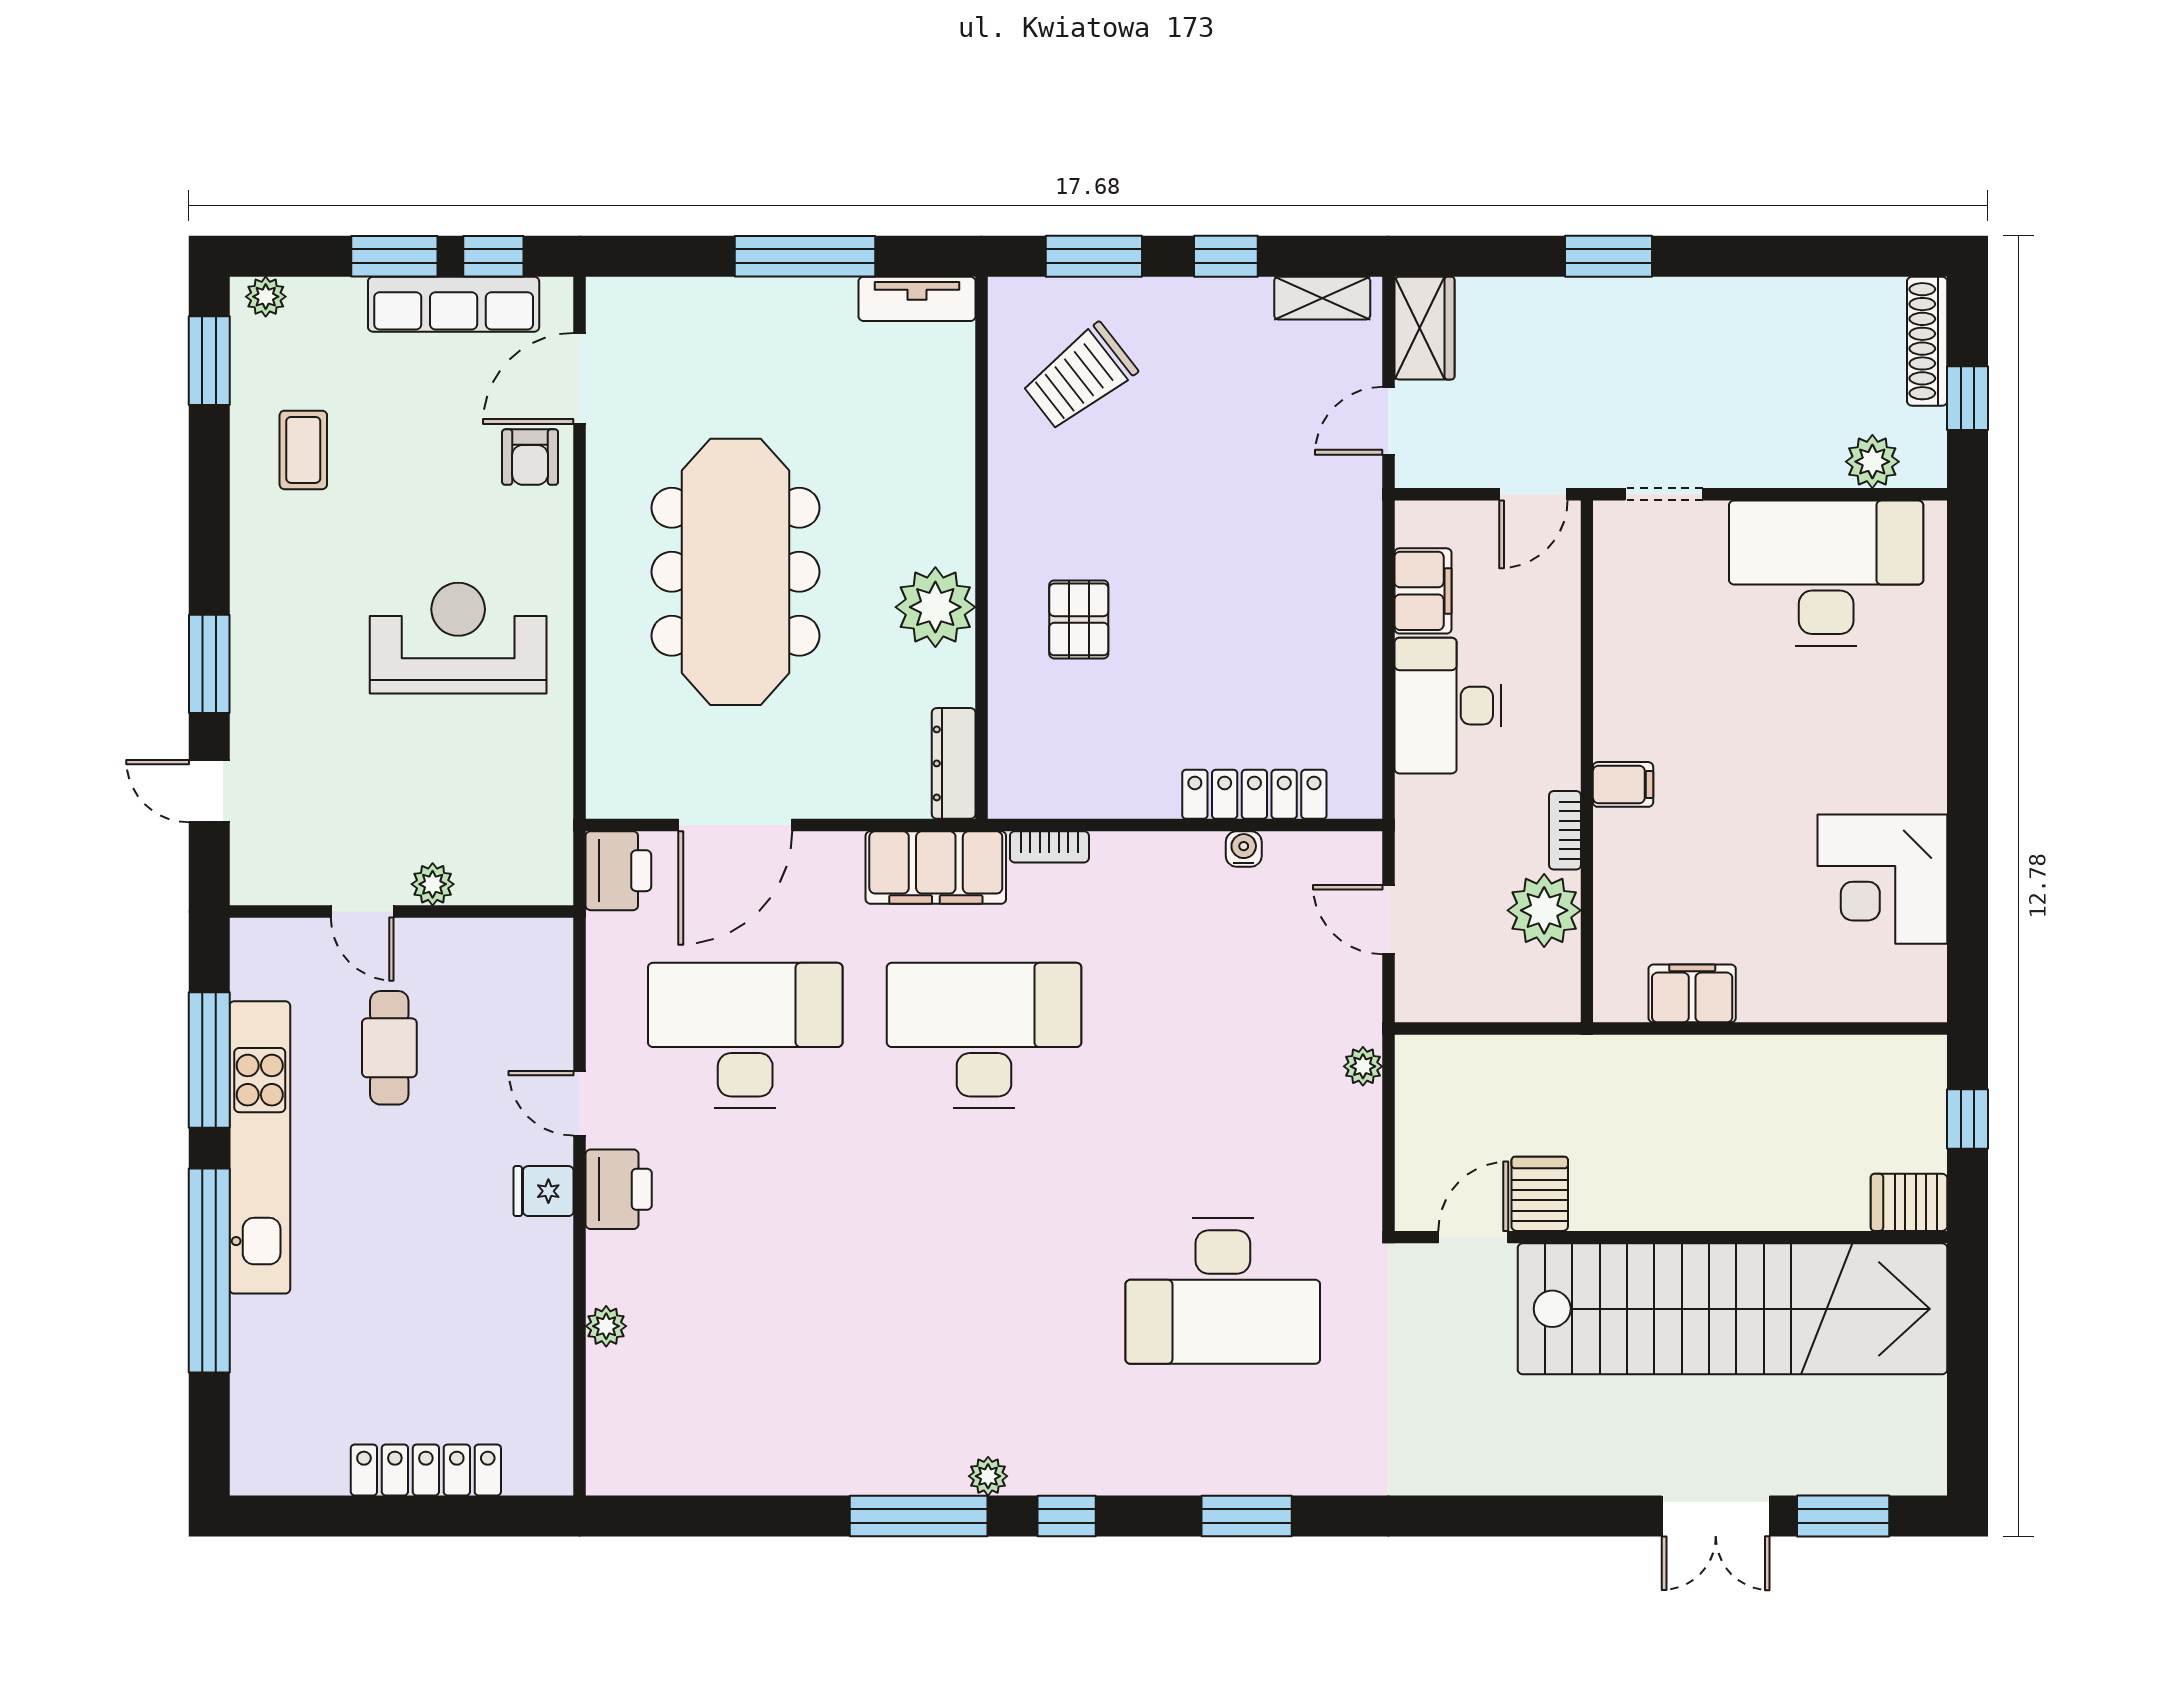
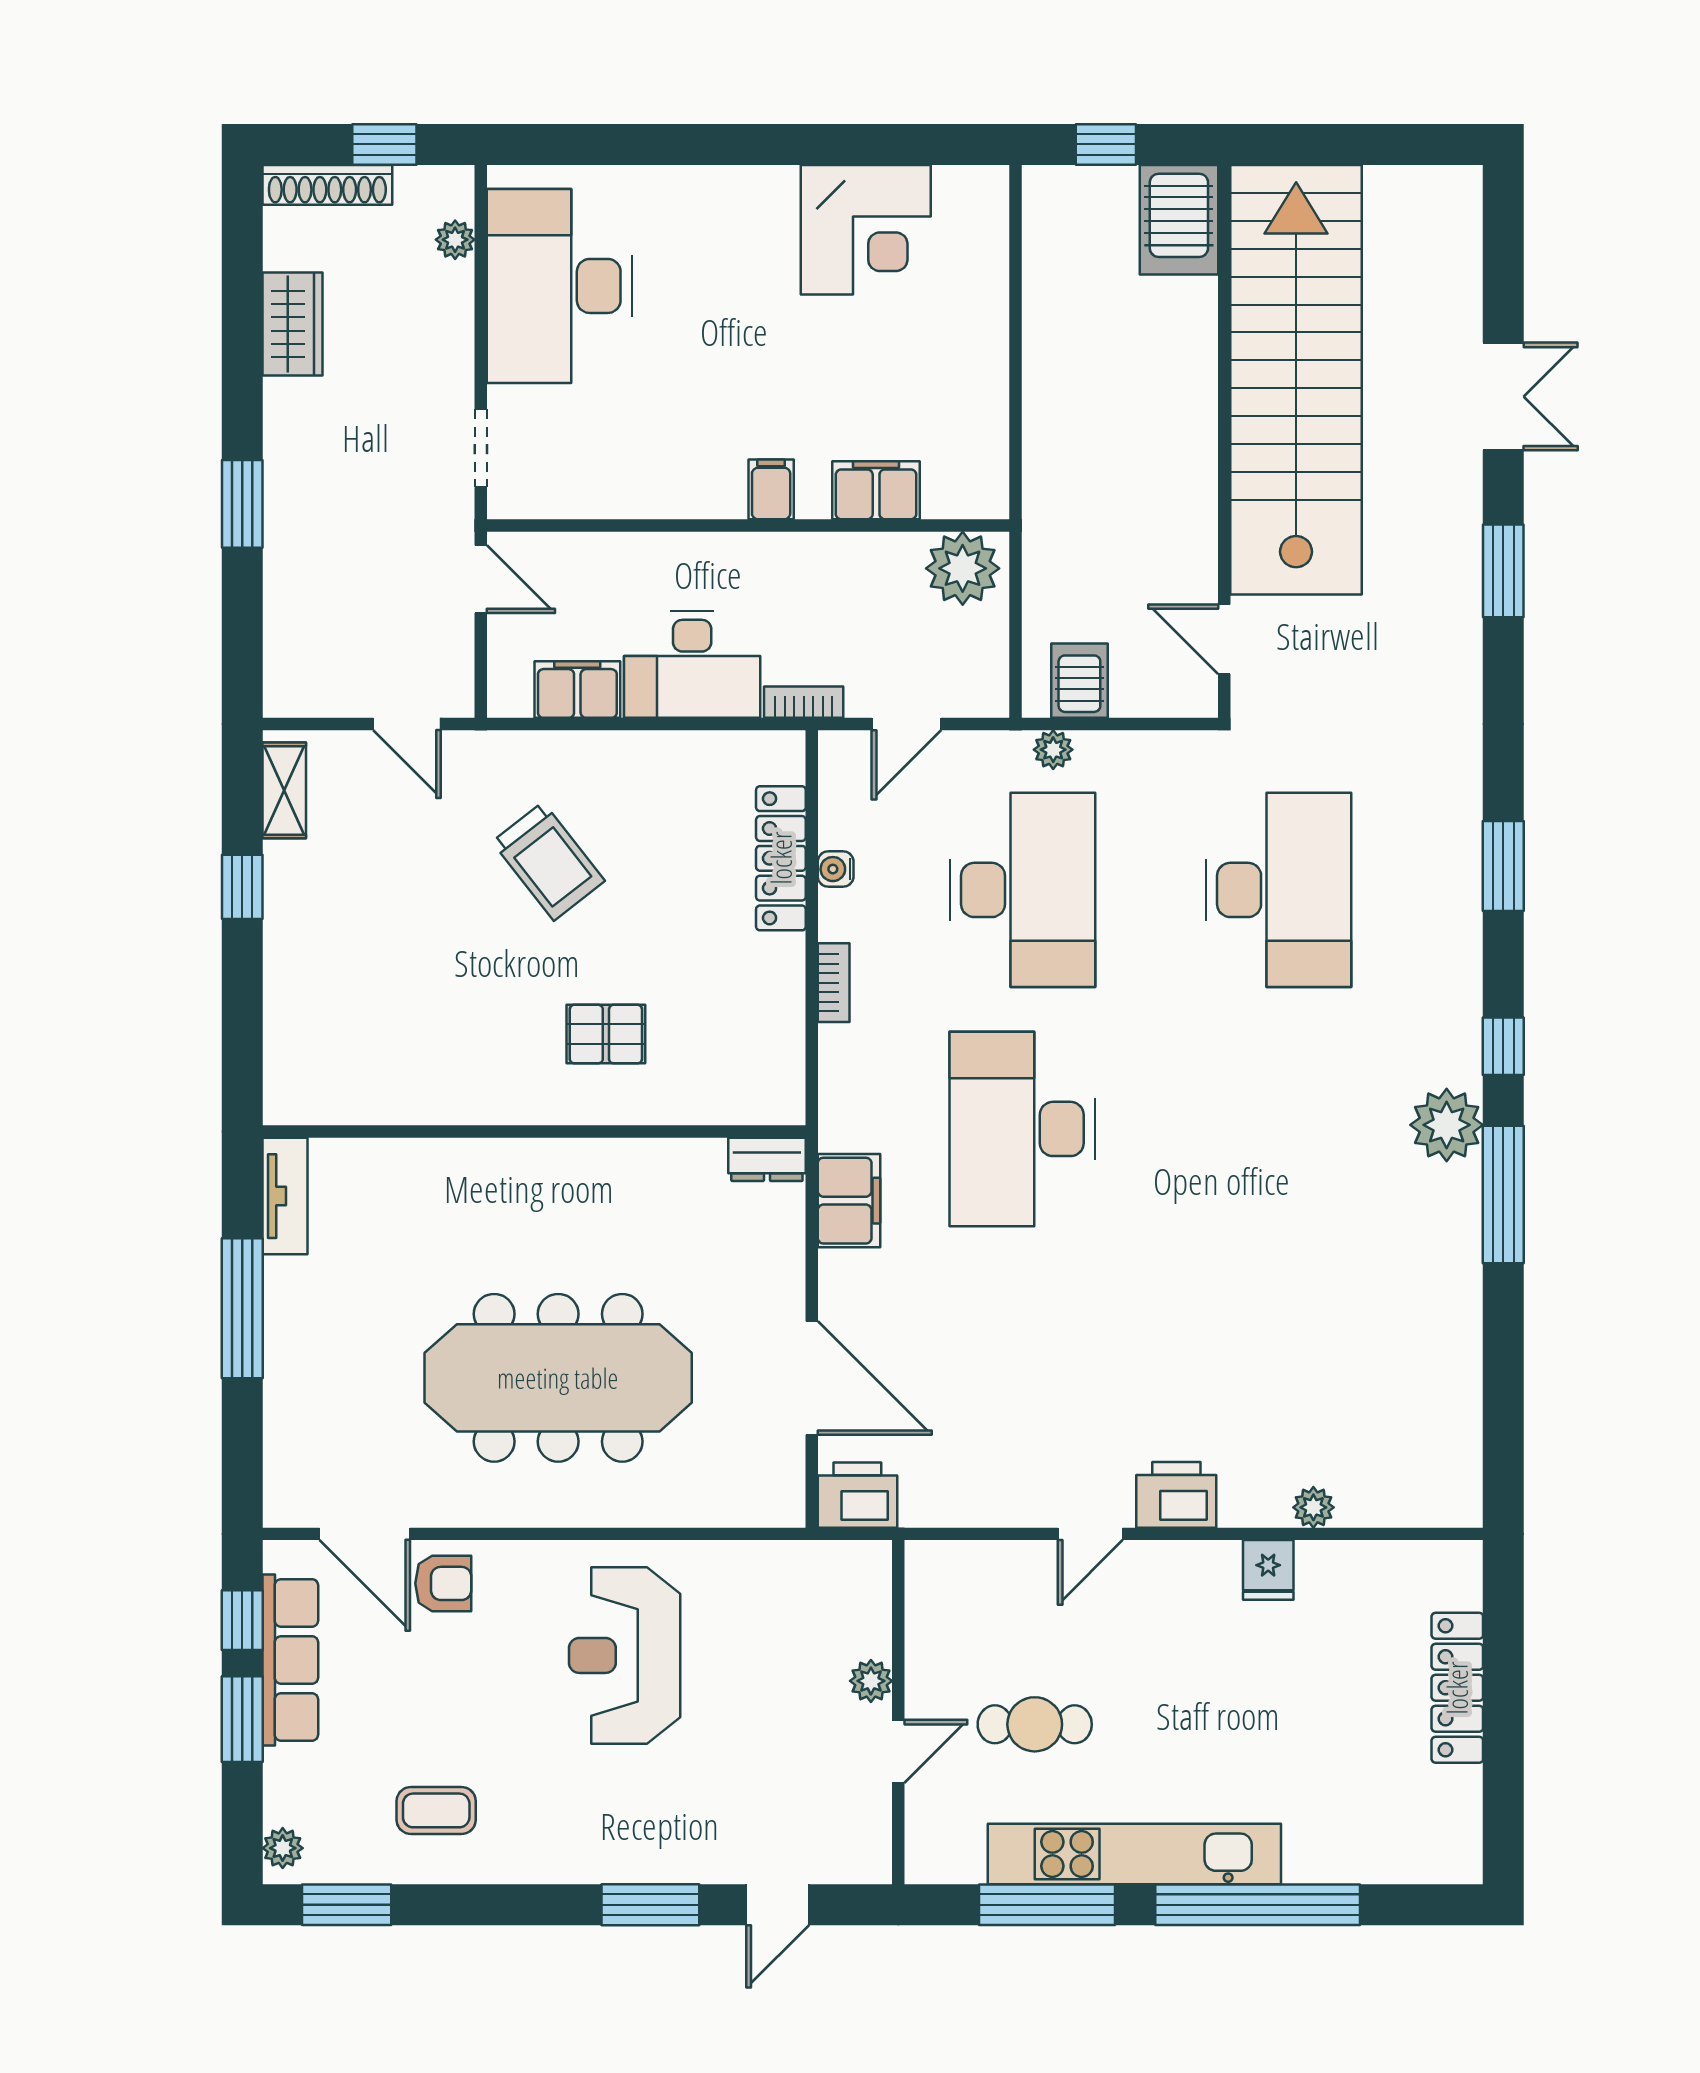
window: (1094, 256) -> (242, 1019), removed
wardrobe: (1424, 328) -> (293, 324), moved, turned 90
trolley: (1080, 377) -> (548, 861), moved
plant: (1872, 462) -> (455, 240), width x0.73, depth x0.73
plant: (935, 607) -> (593, 1178), removed
dresser: (954, 763) -> (767, 1159), width x0.70
bookcase: (1565, 830) -> (804, 702), moved, turned 180
bookcase: (1049, 847) -> (834, 983), moved
filing cabinet: (936, 867) -> (849, 1201), width x0.67, depth x0.86
plant: (1544, 910) -> (963, 568), moved
filing cabinet: (1692, 993) -> (876, 490), moved, turned 90
desk: (745, 1035) -> (1022, 890), moved, turned 180
fridge: (544, 1191) -> (1268, 1570), moved
server rack: (1540, 1194) -> (1079, 681), moved, turned 90
server rack: (1909, 1202) -> (1179, 220), width x1.36, depth x1.44
plant: (988, 1476) -> (1447, 1125), width x1.87, depth x1.87
window: (1843, 1516) -> (1503, 571), moved

